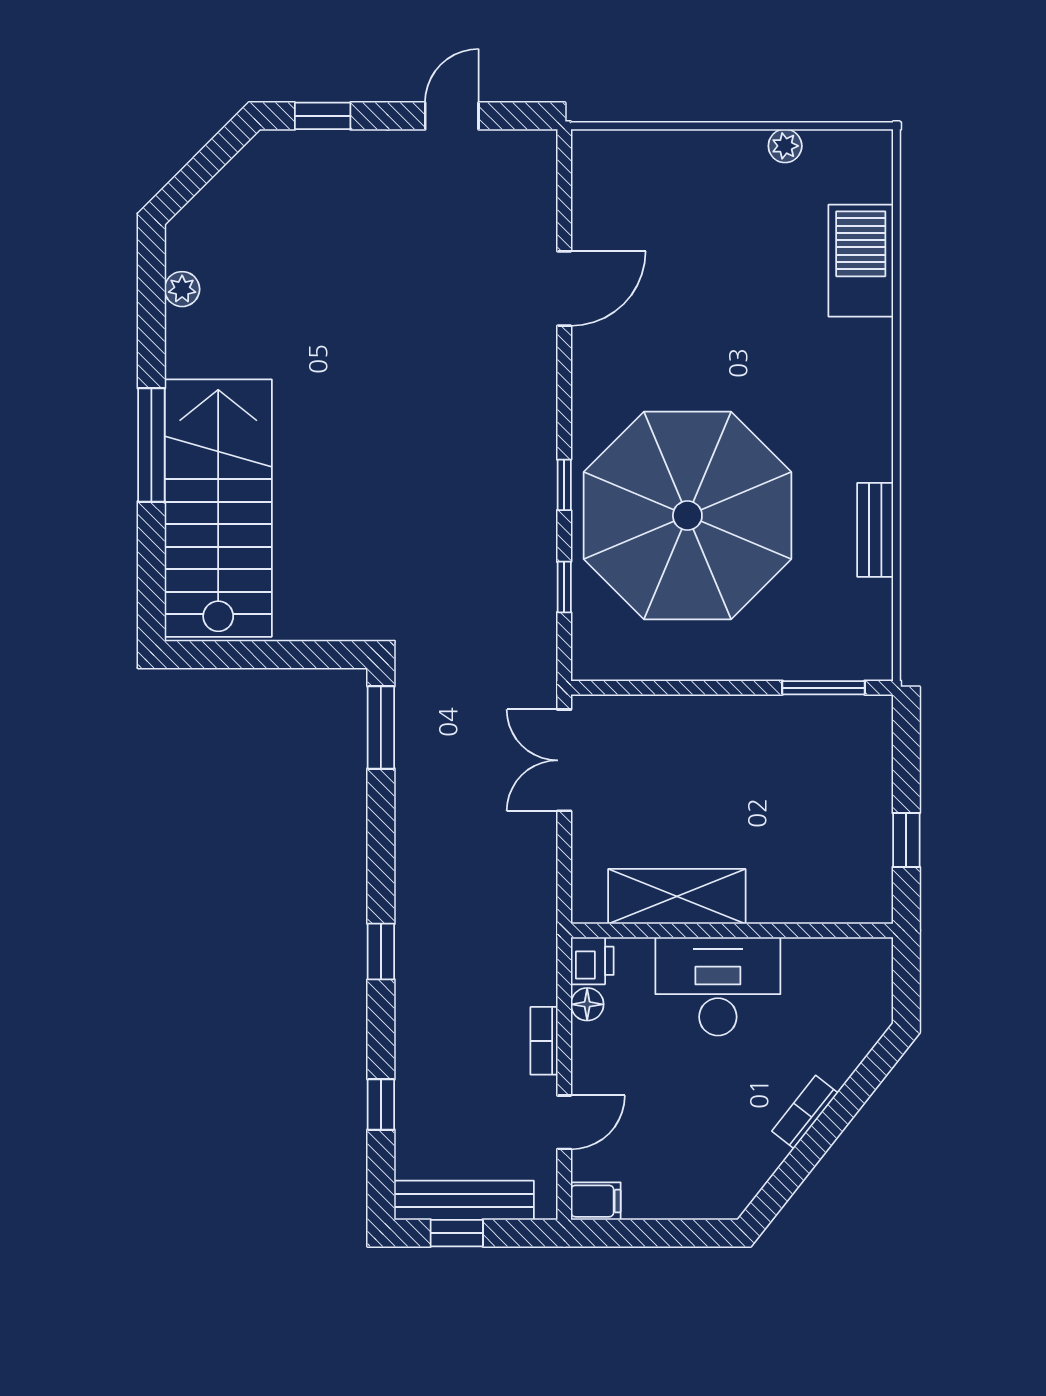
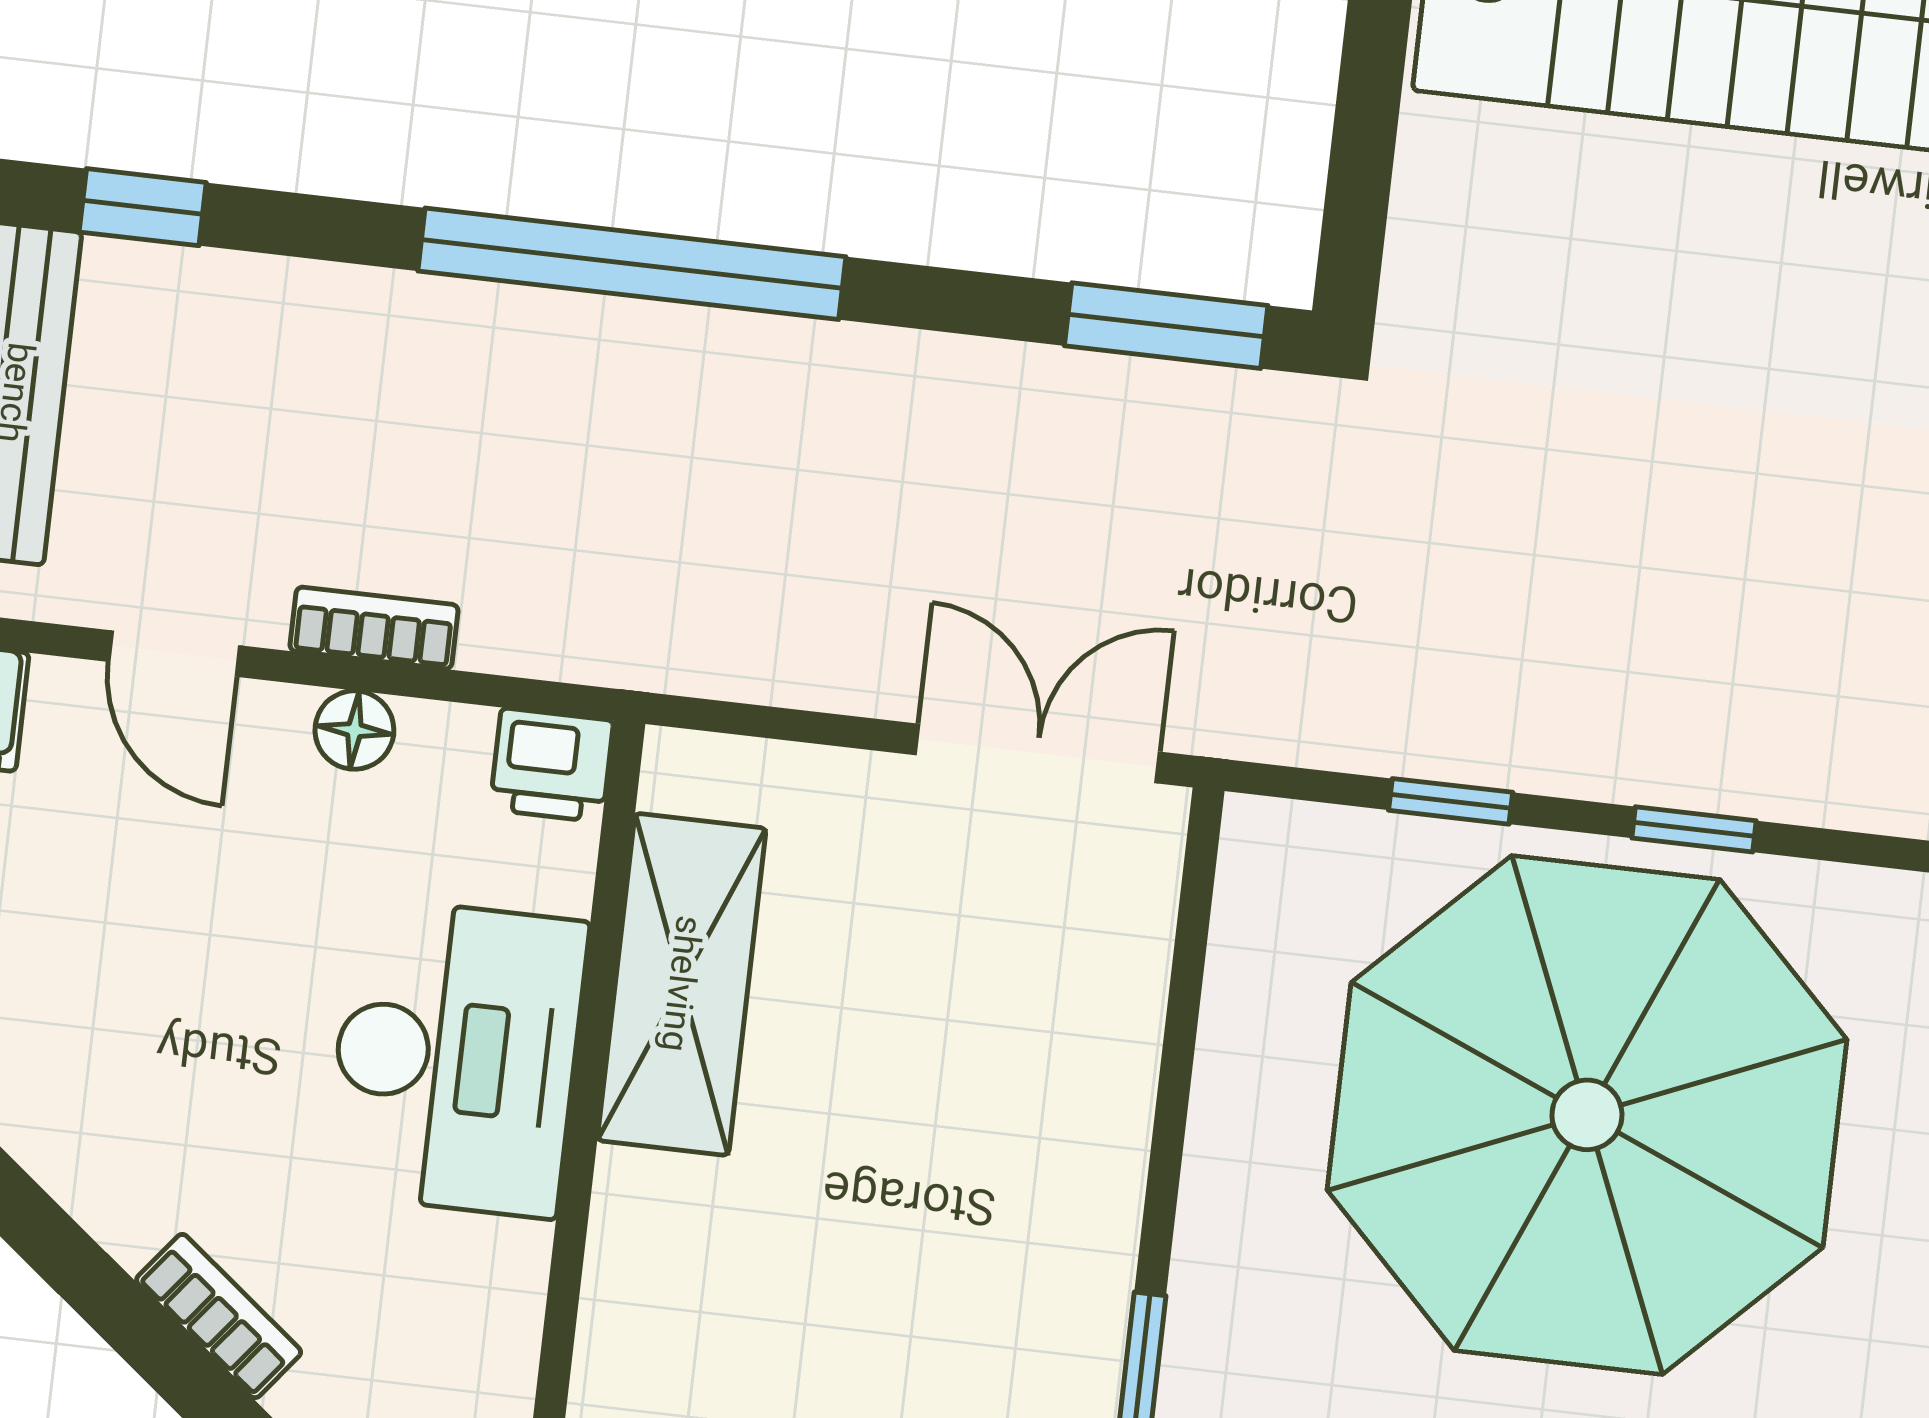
window: (381, 952) -> (632, 264), width x3.17
floor lamp: (587, 1004) -> (354, 730), moved
window: (381, 1104) -> (143, 207), moved
bookcase: (805, 1112) -> (219, 1316), moved

